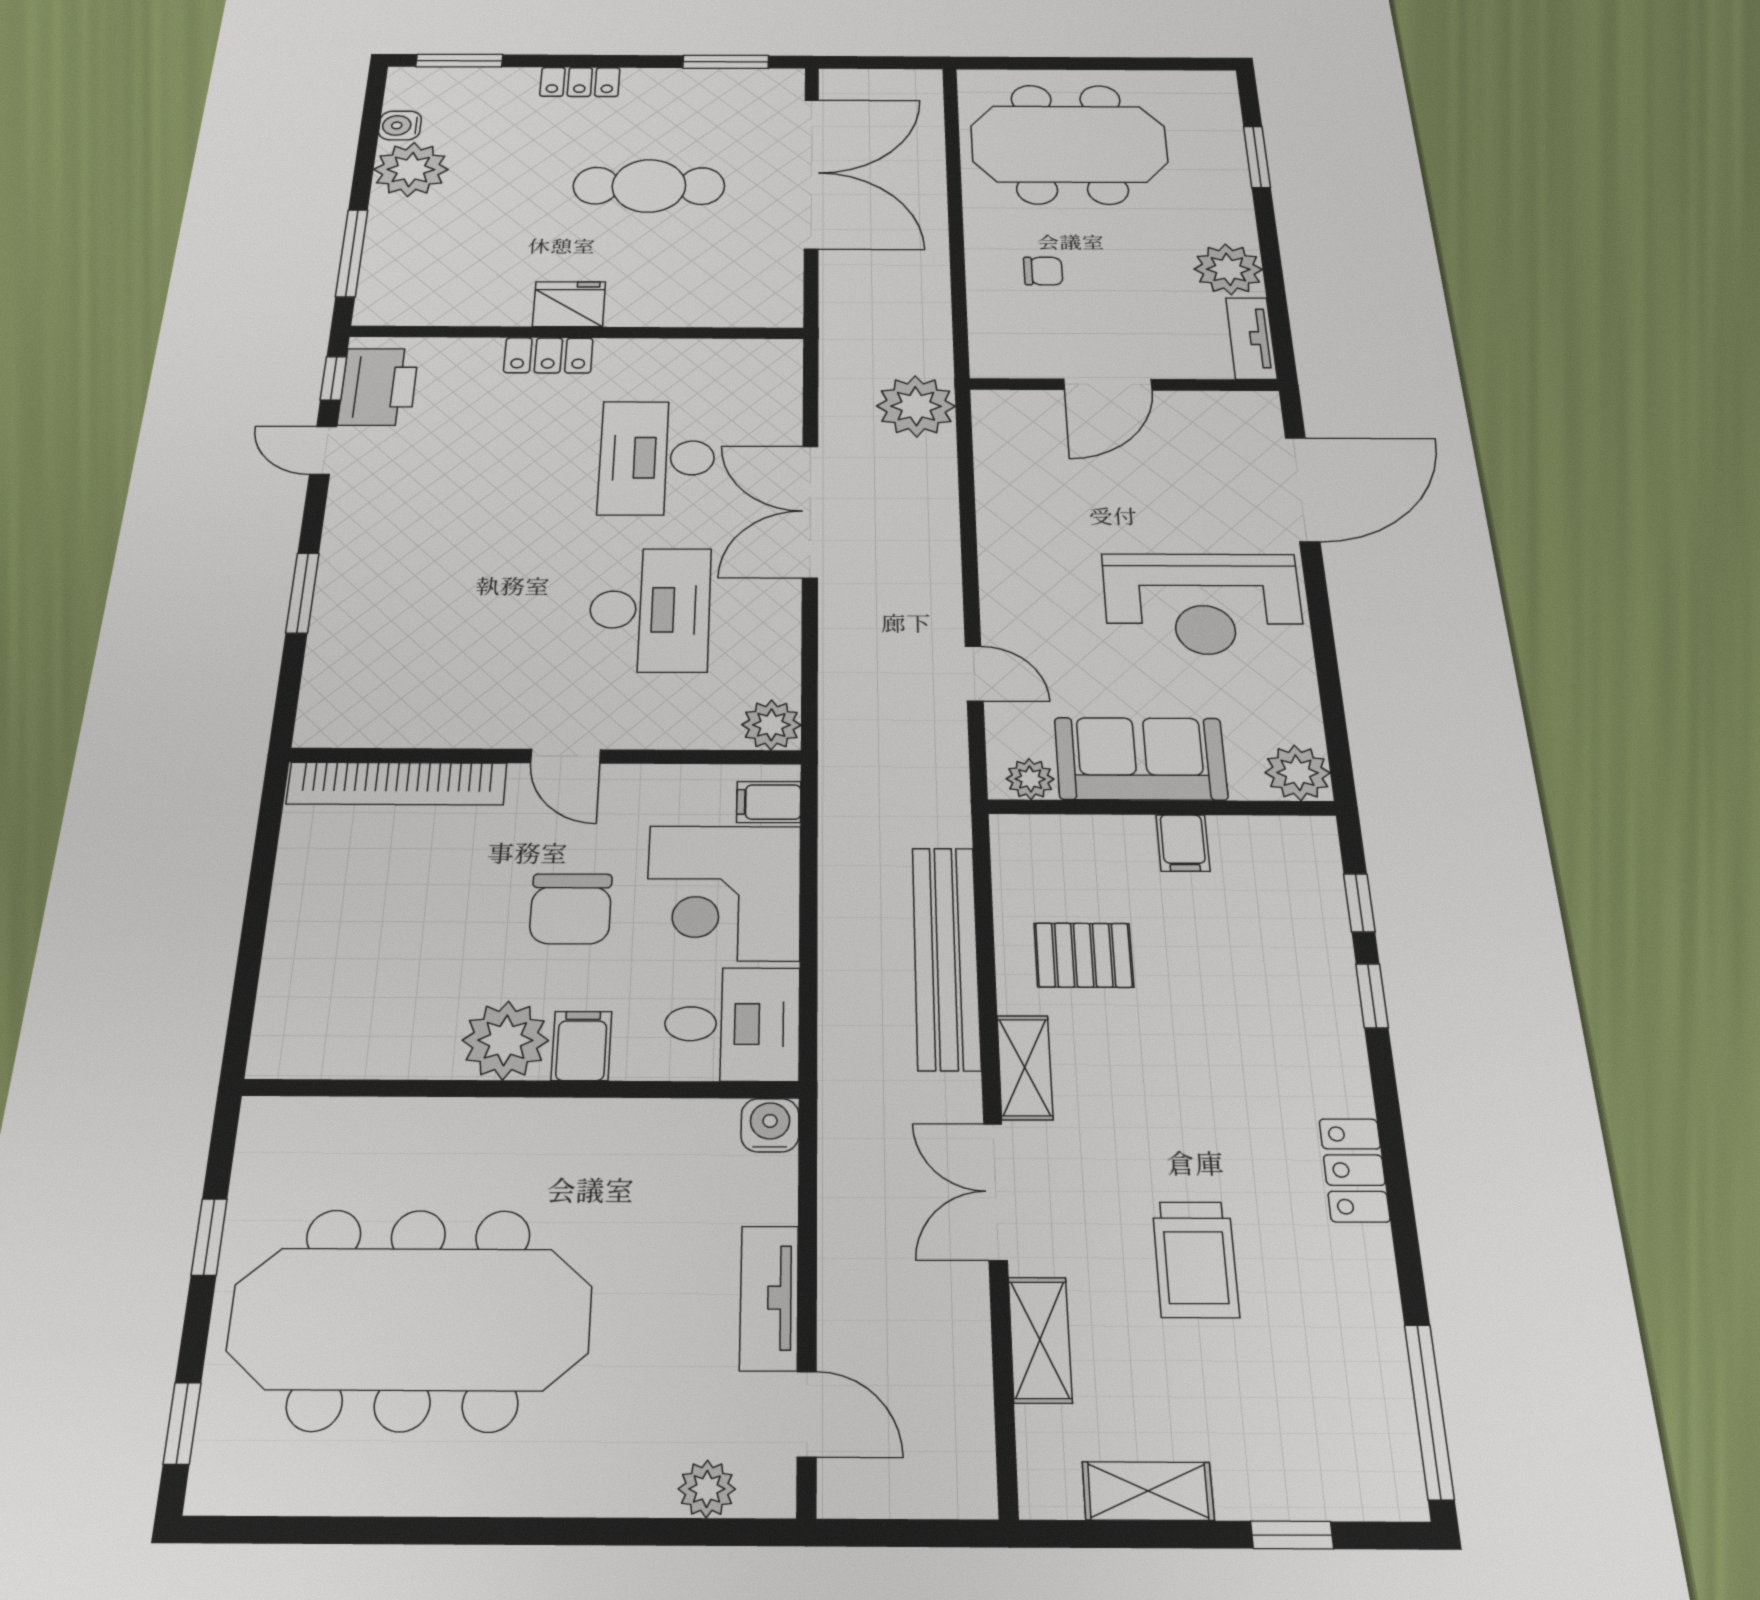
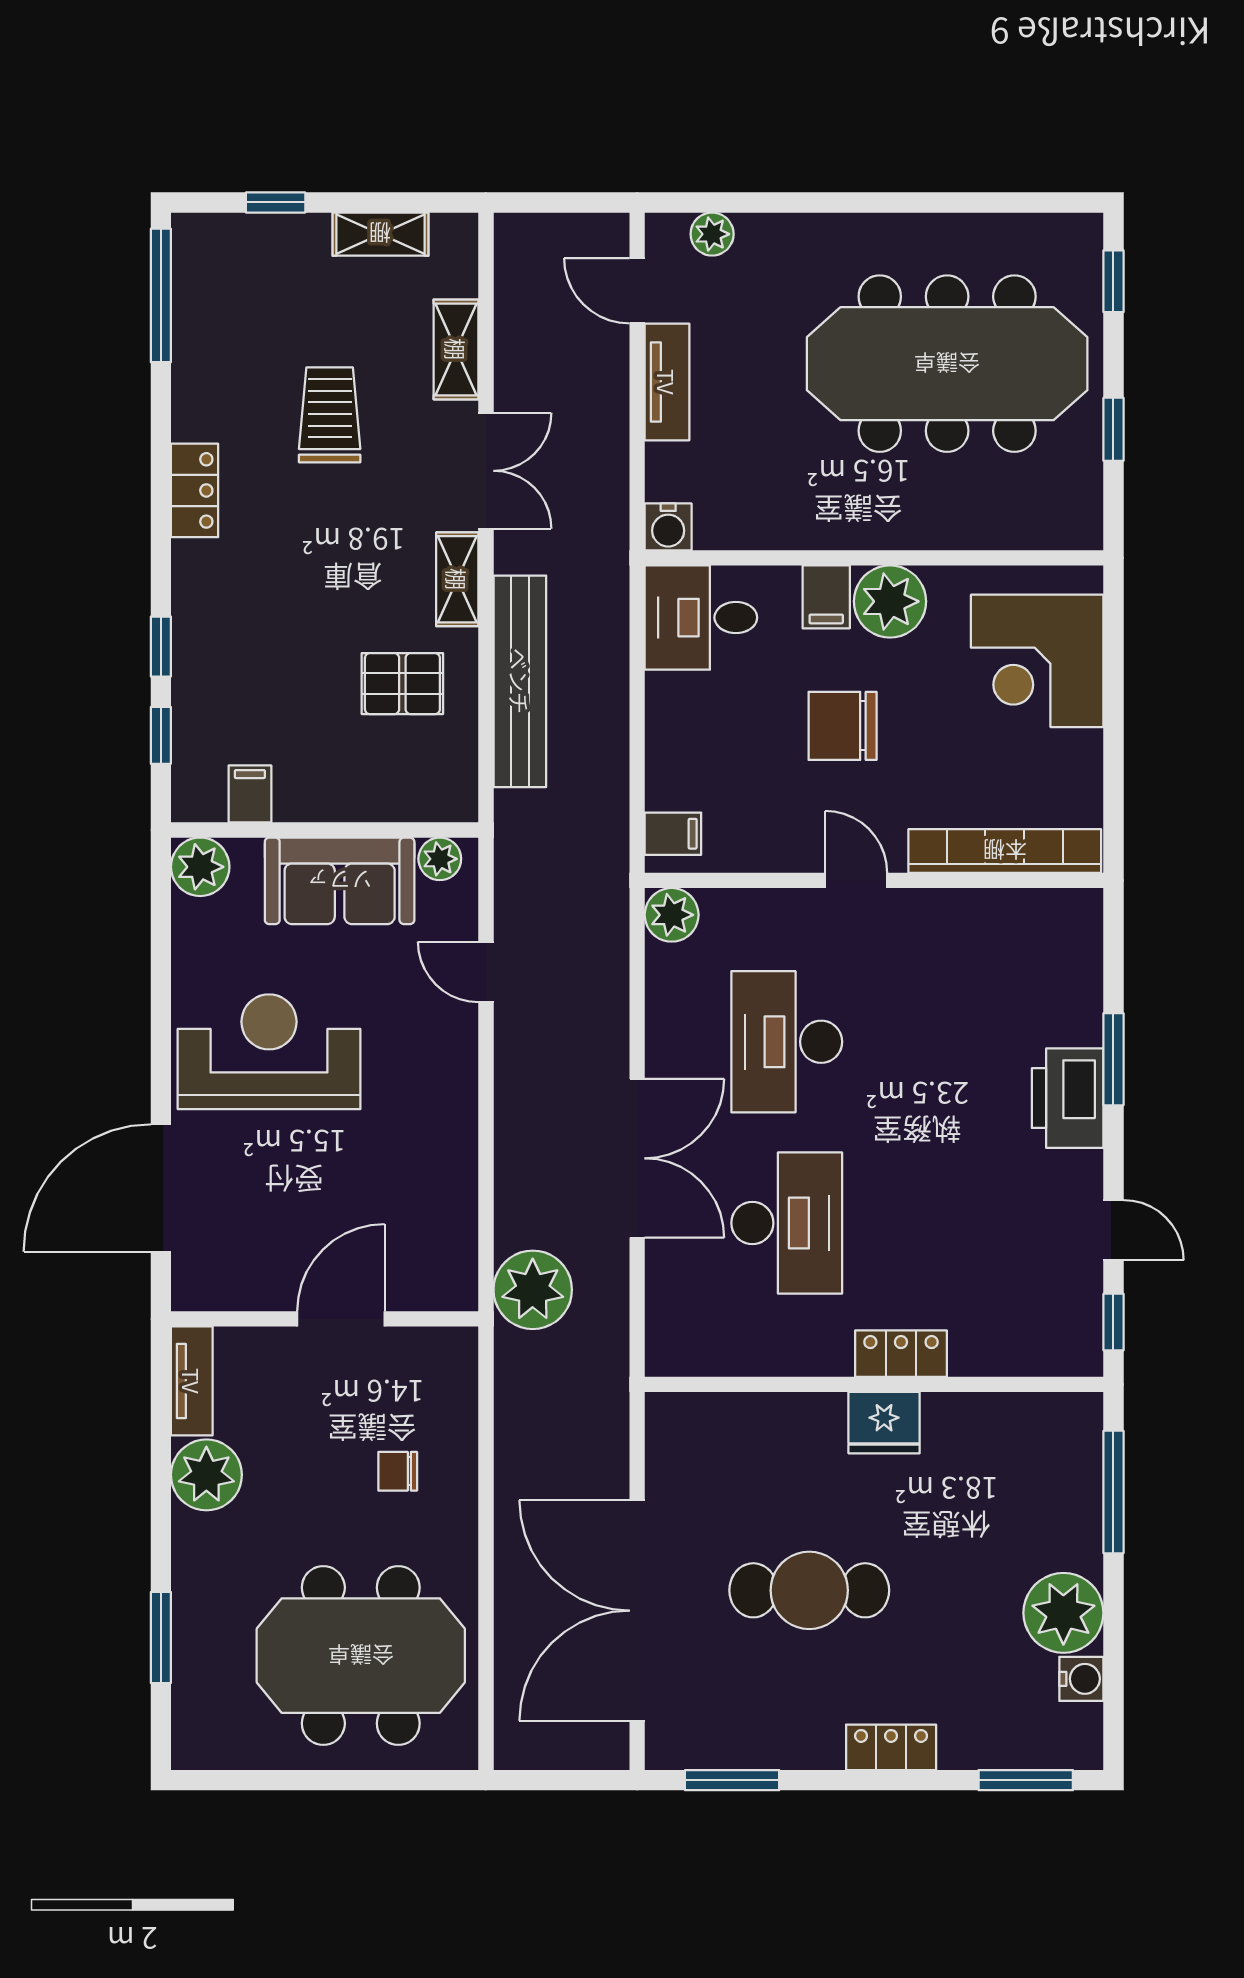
printer: (378, 387) -> (1068, 1098), moved
filing cabinet: (1183, 843) -> (250, 794), moved
corner desk: (724, 893) -> (1037, 661), moved, turned 180
chair: (571, 909) -> (843, 726), turned -90

